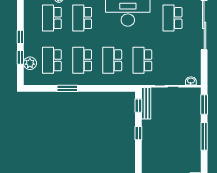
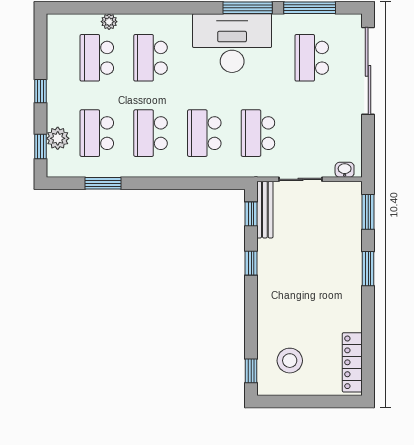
window: (20, 57) -> (40, 147), moved
window: (67, 88) -> (103, 183), moved
window: (204, 136) -> (368, 269), width x0.69

